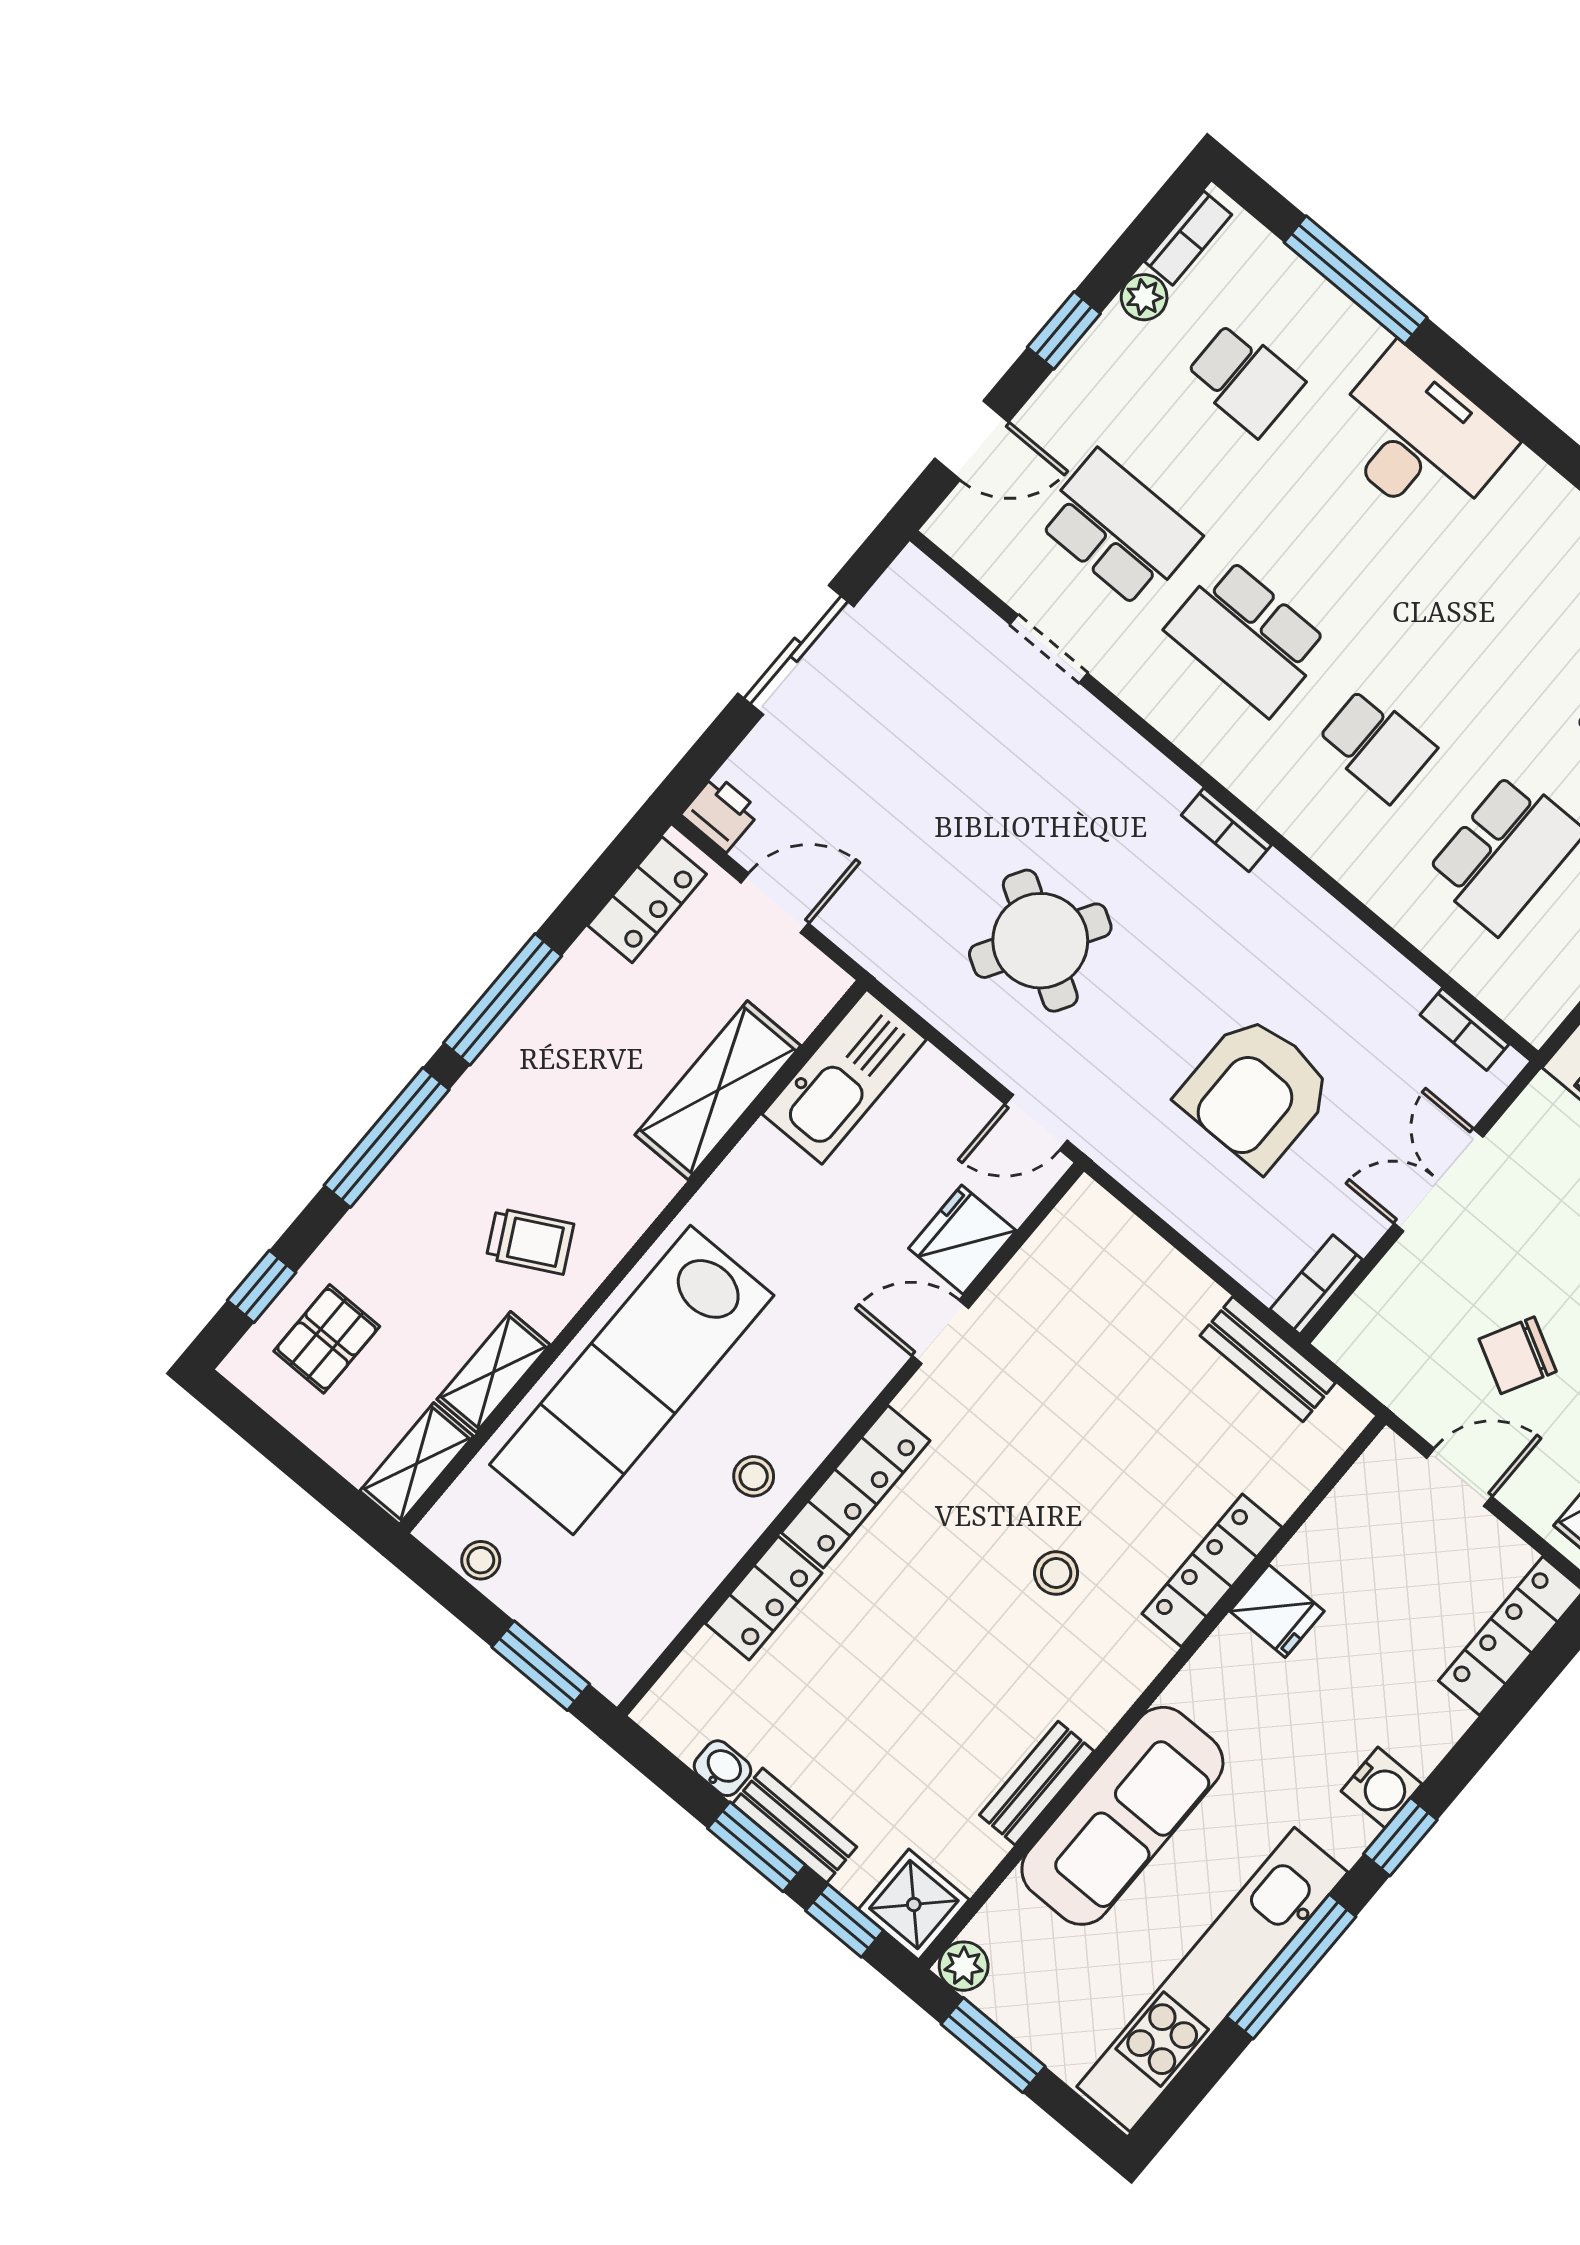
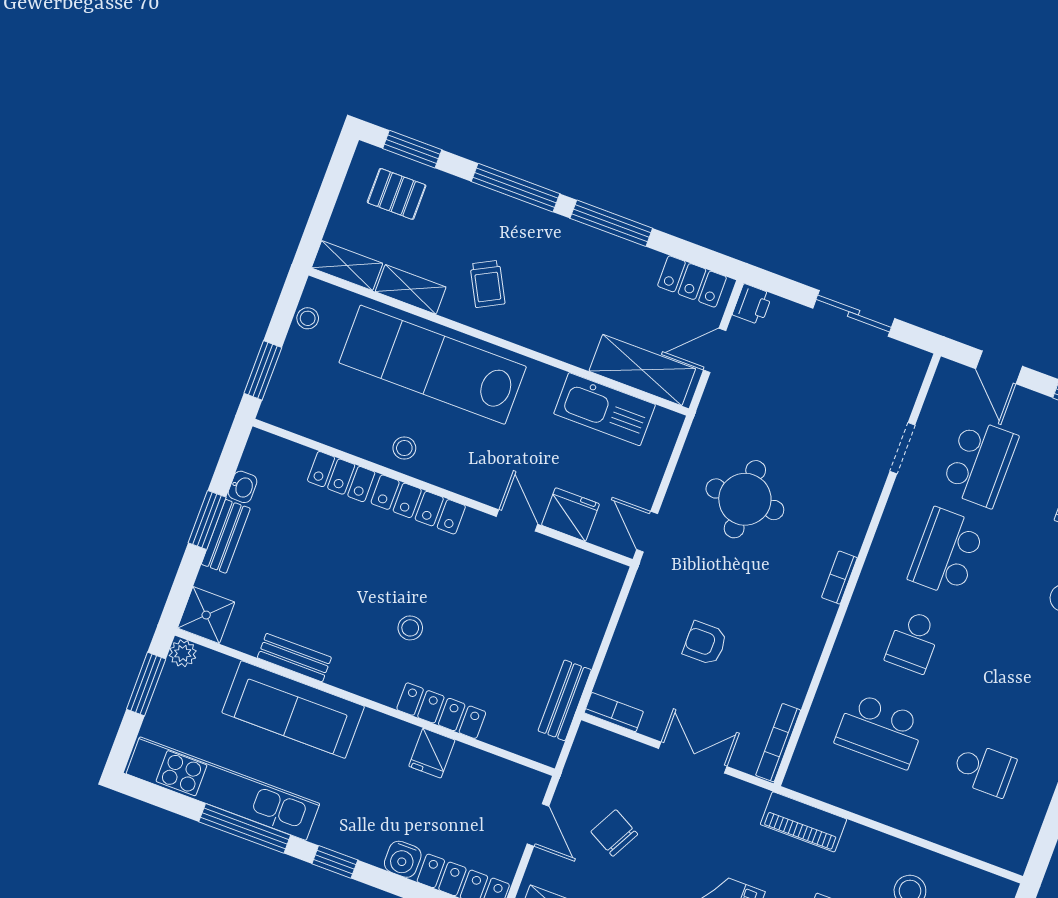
door: (775, 903) -> (715, 350), swing flipped
round table: (1040, 941) -> (745, 499), turned -31
bookcase: (1464, 1029) -> (778, 743), width x1.56
kitchen sink: (844, 1077) -> (605, 409), moved
shelving: (718, 1090) -> (642, 370), moved
armchair: (1256, 1092) -> (705, 643), width x0.53, depth x0.53
window: (262, 1286) -> (412, 149), width x1.50
water cooler: (1381, 1788) -> (403, 859), moved
window: (845, 1921) -> (184, 581), removed

